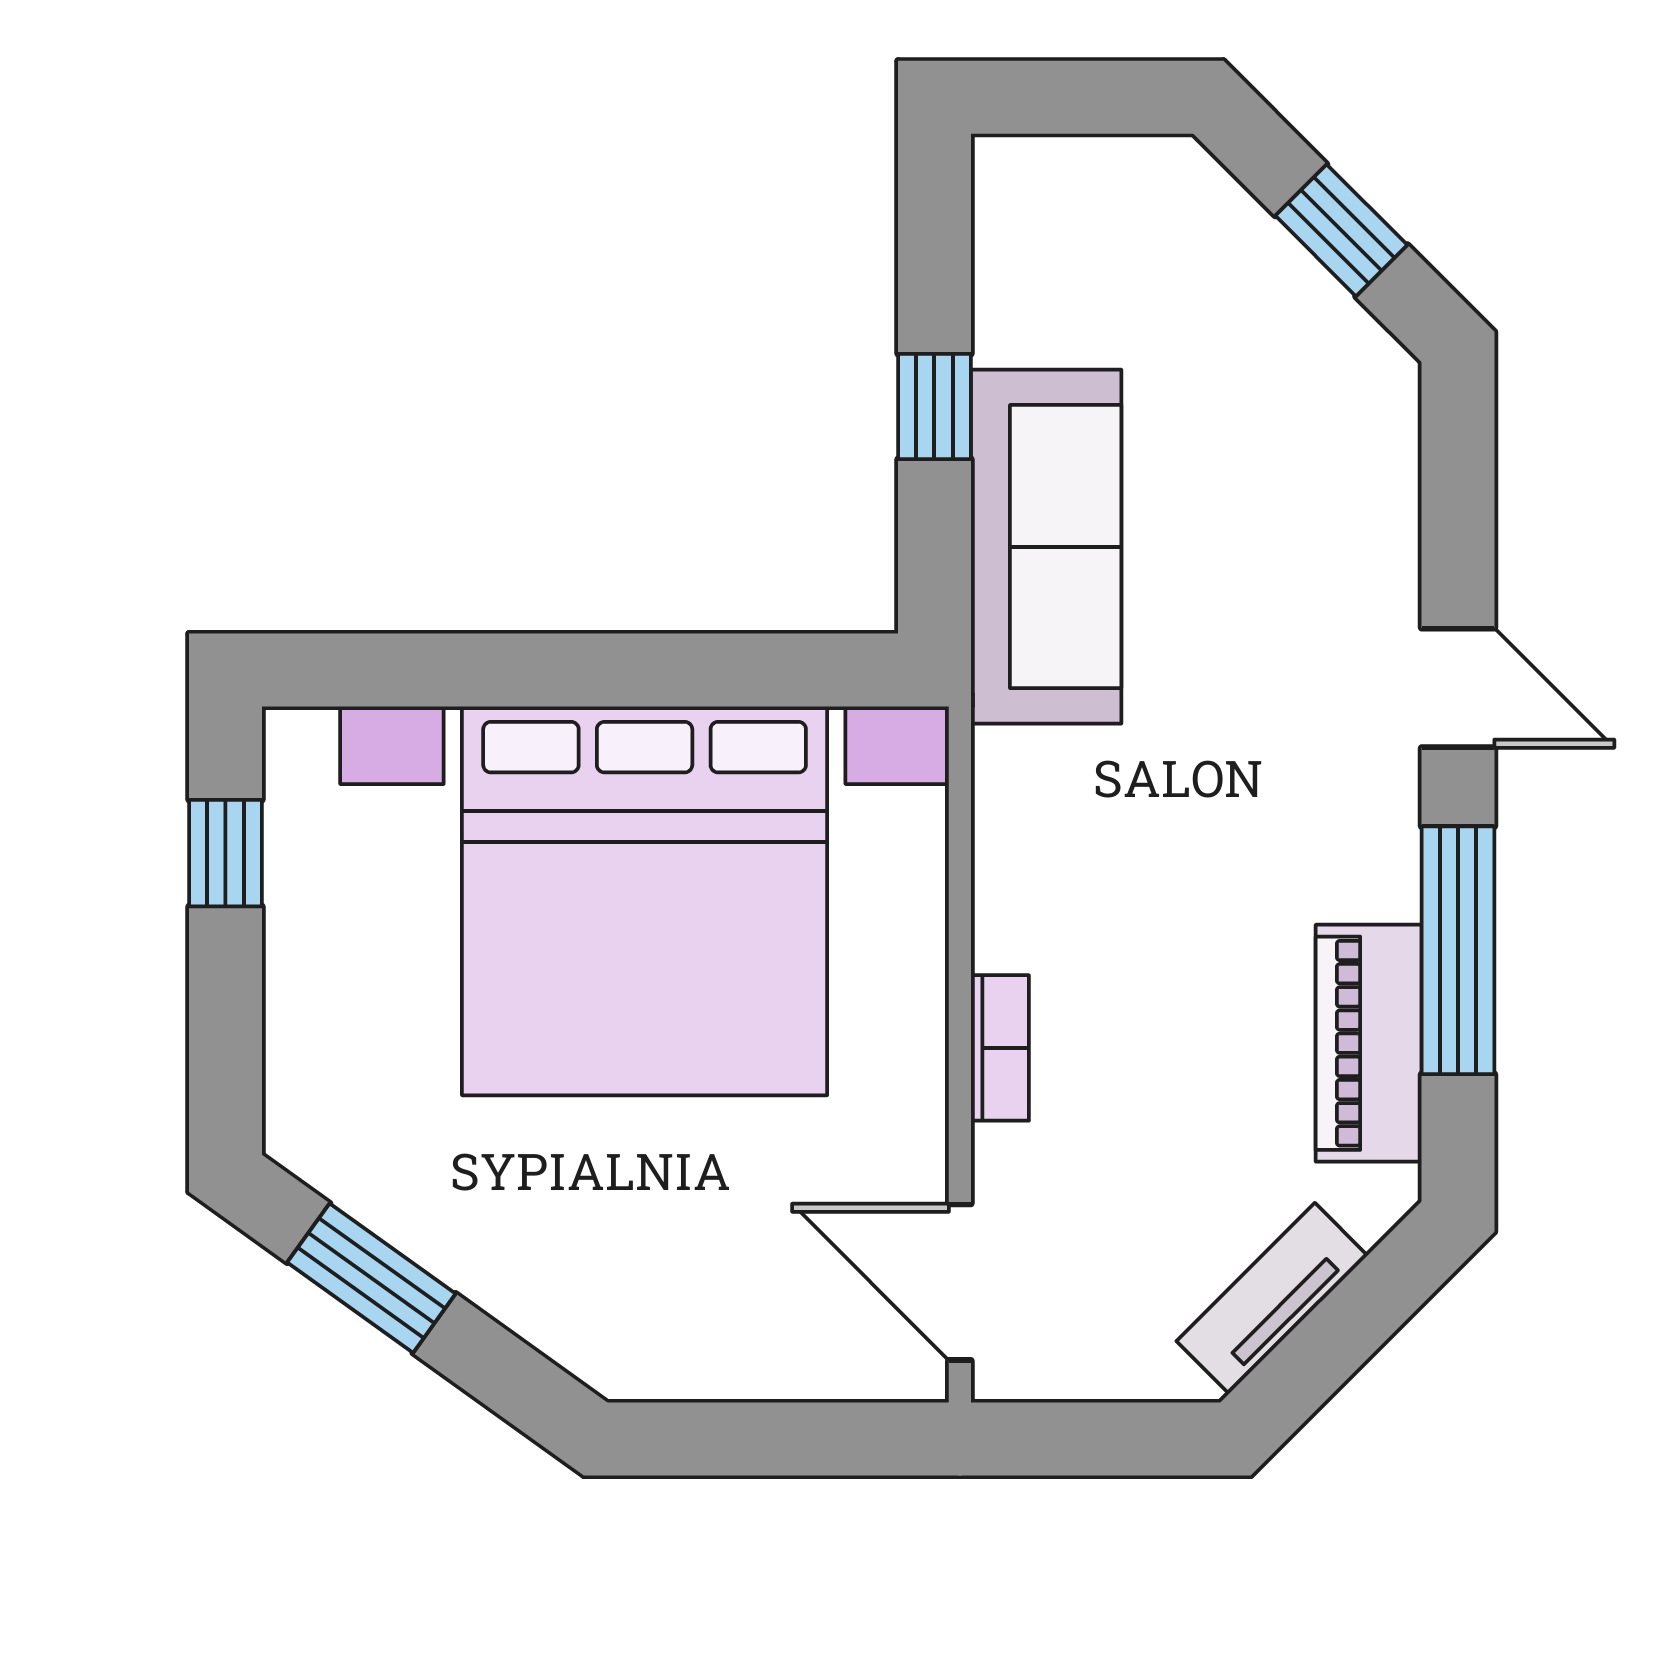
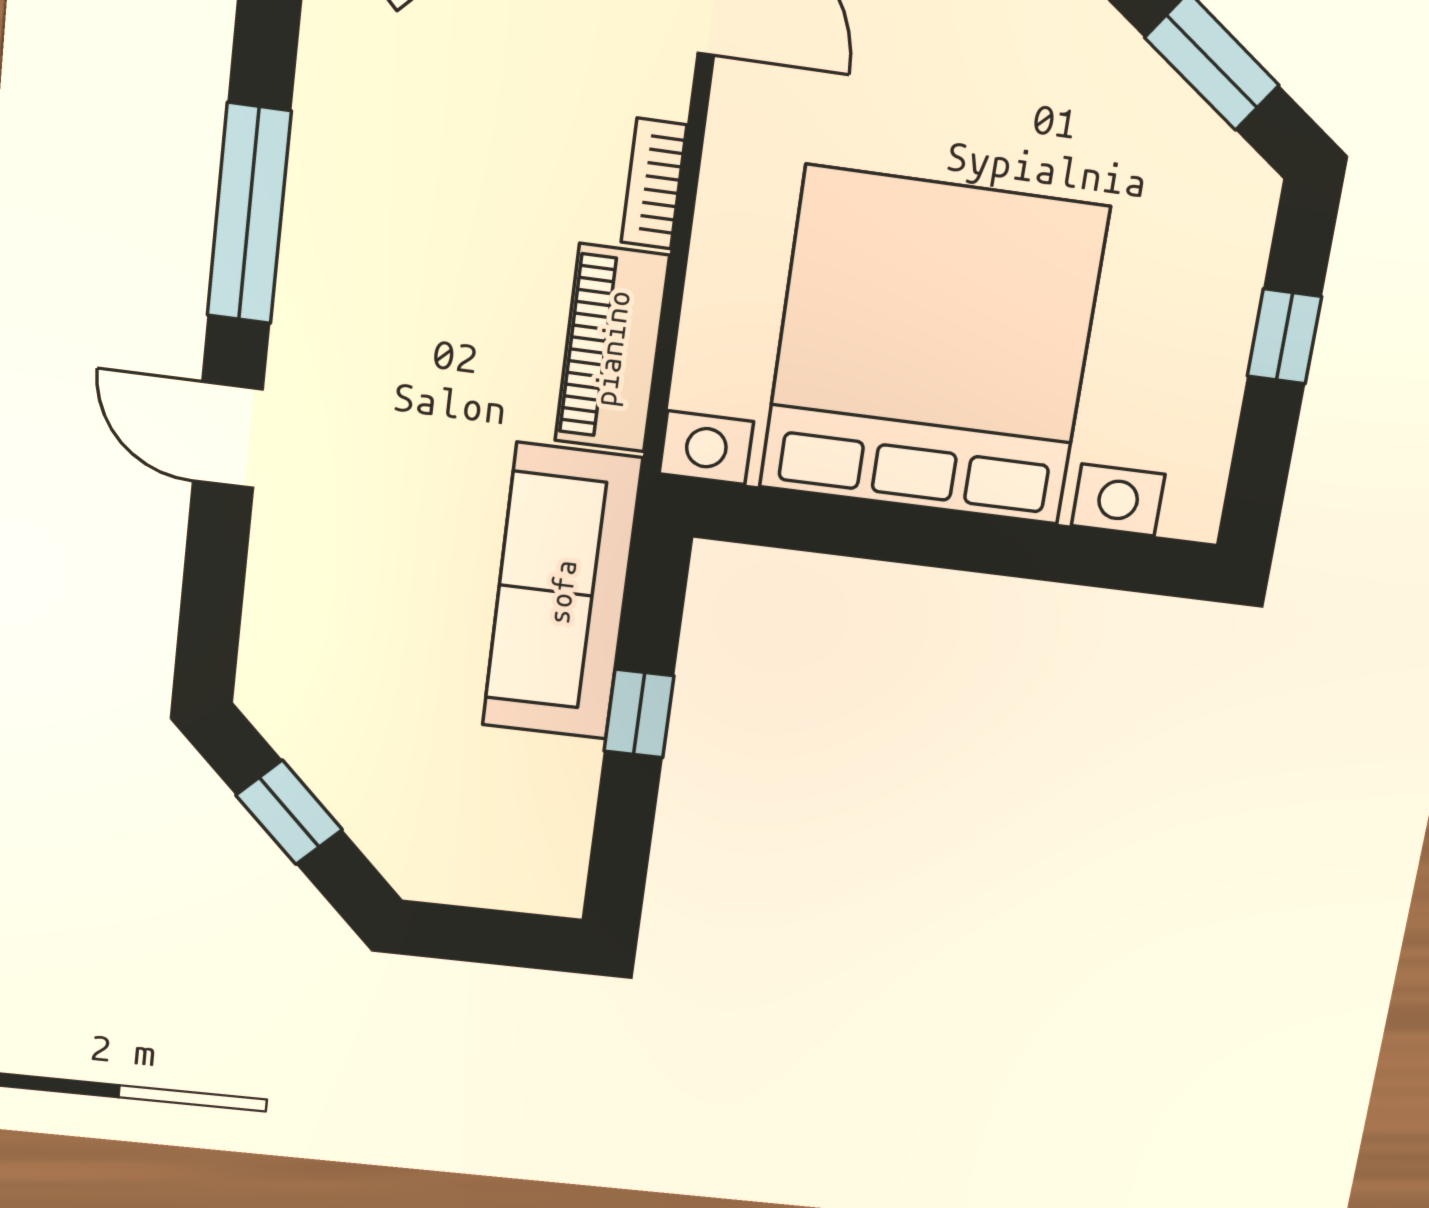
window: (225, 853) -> (1284, 336), moved
piano: (1369, 1043) -> (612, 348), moved, turned 180

